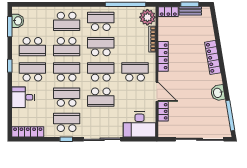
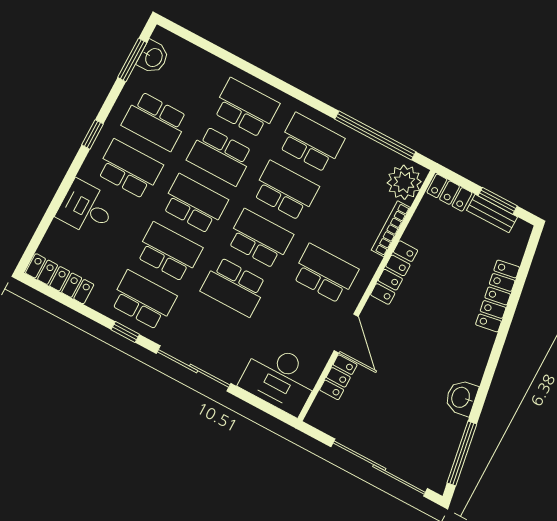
school desk: (67, 21) -> (246, 108), turned 180
locker: (213, 57) -> (498, 296), moved

